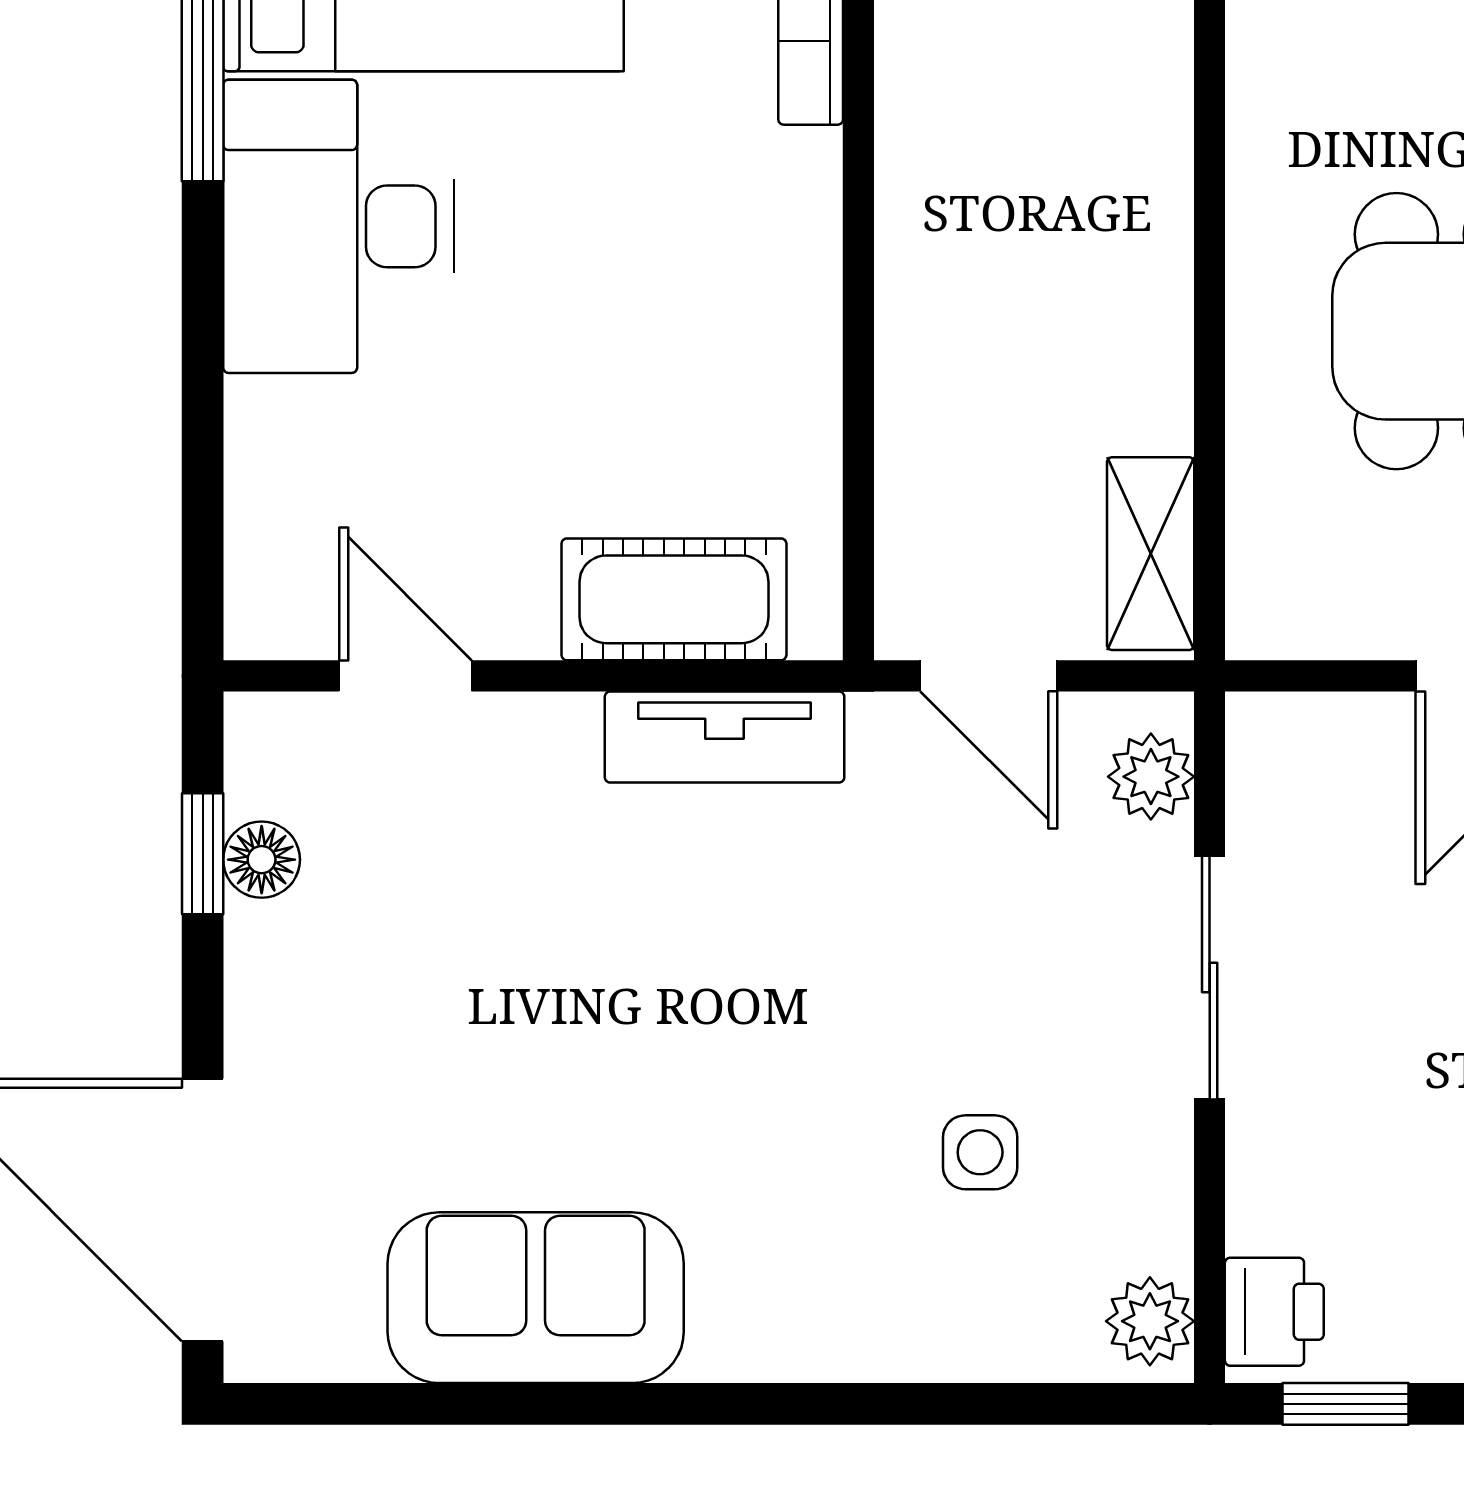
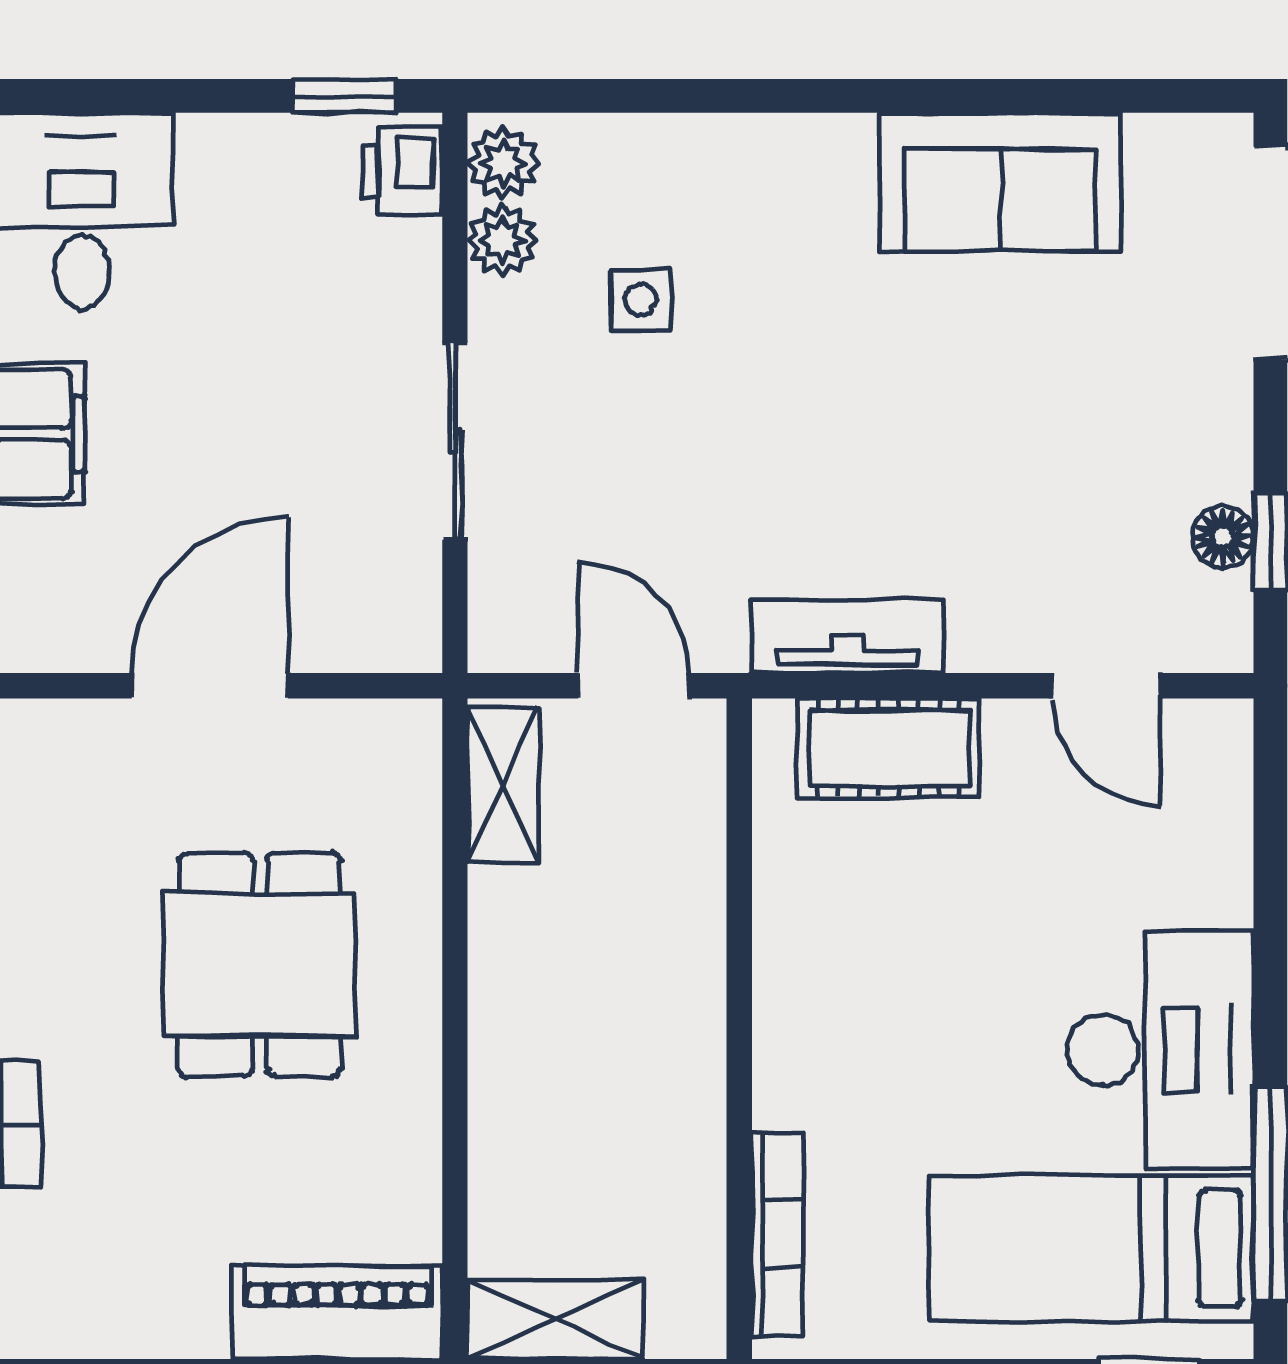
plant: (1151, 777) -> (502, 240), moved

